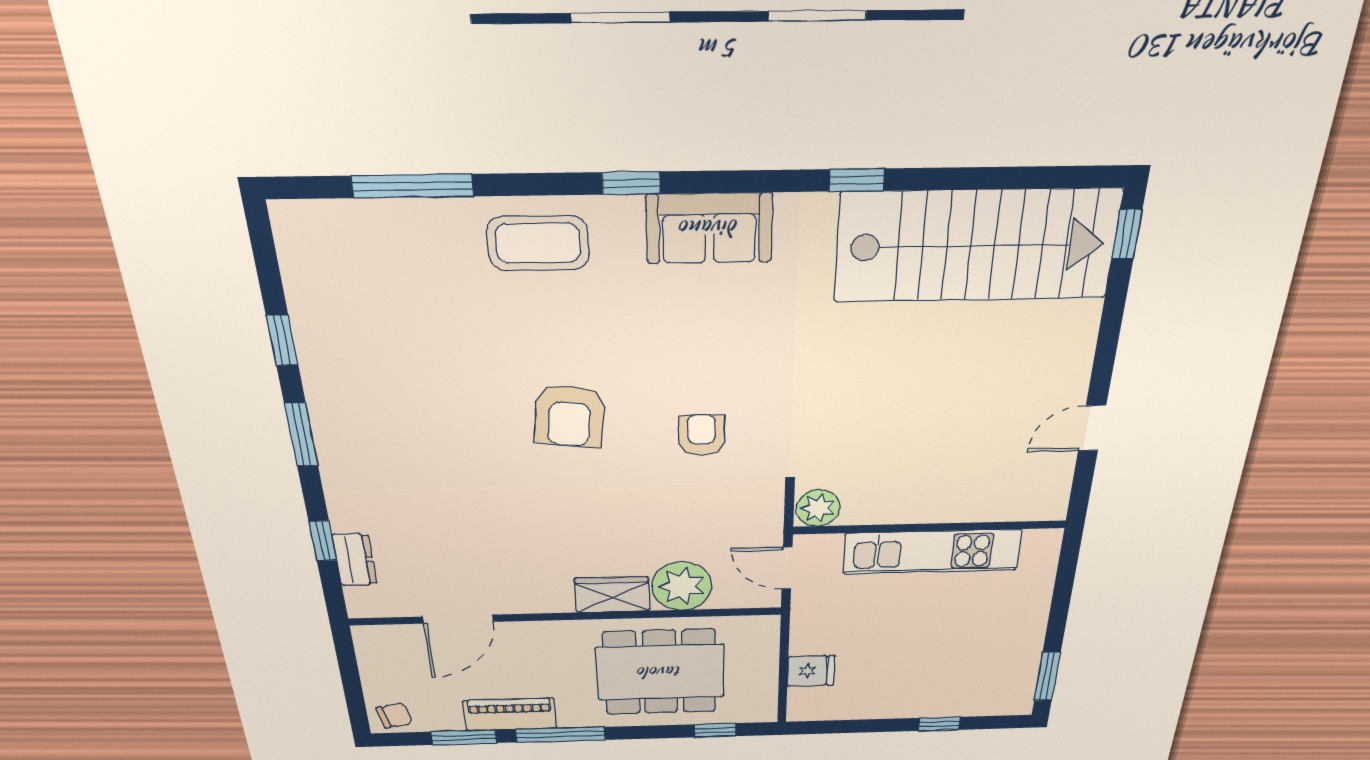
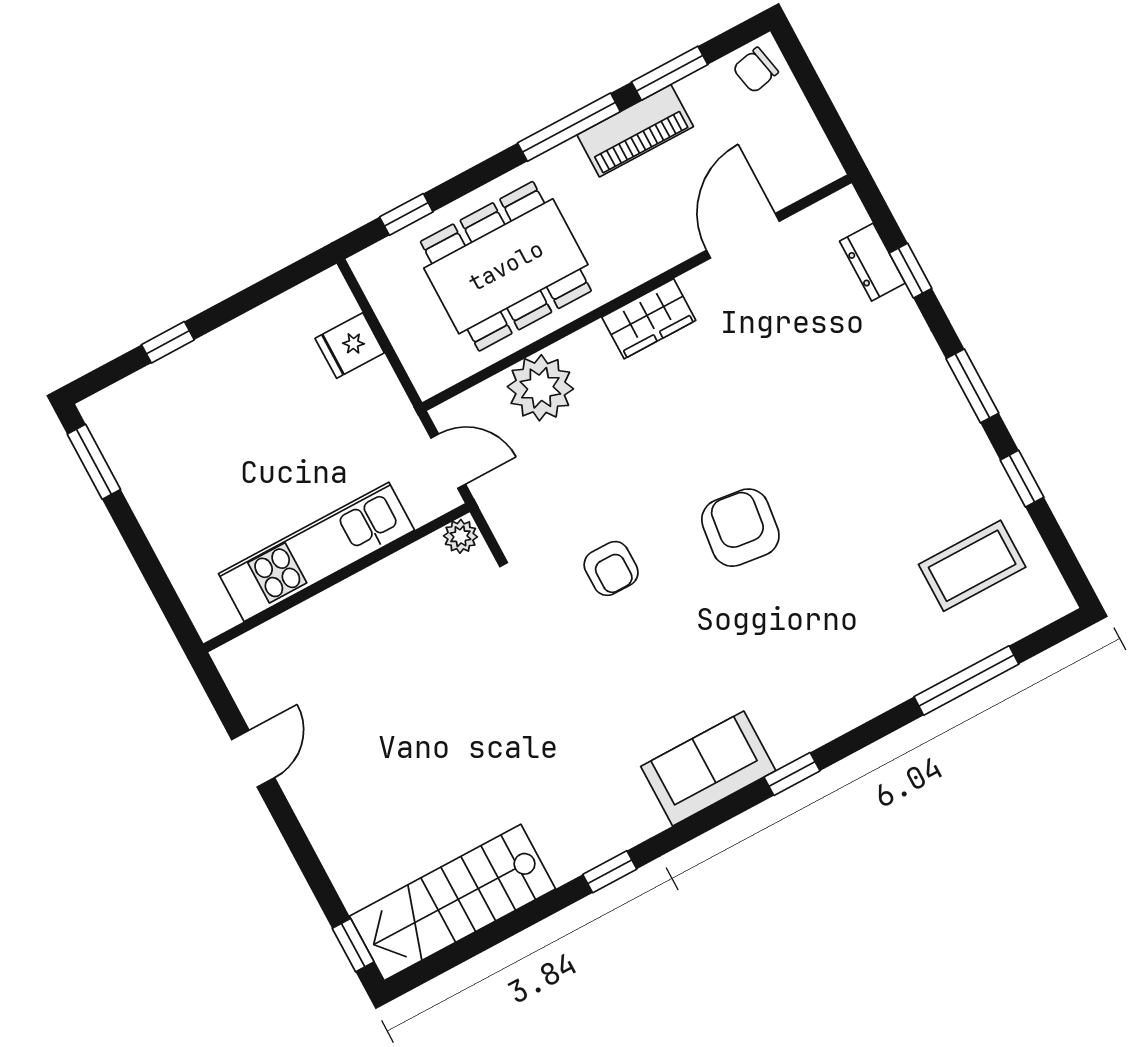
coffee table: (538, 243) -> (972, 566), moved
stairs: (976, 246) -> (453, 902), width x0.73, depth x0.66
plant: (818, 508) -> (460, 536), width x0.73, depth x0.73
wardrobe: (612, 595) -> (649, 319), moved

